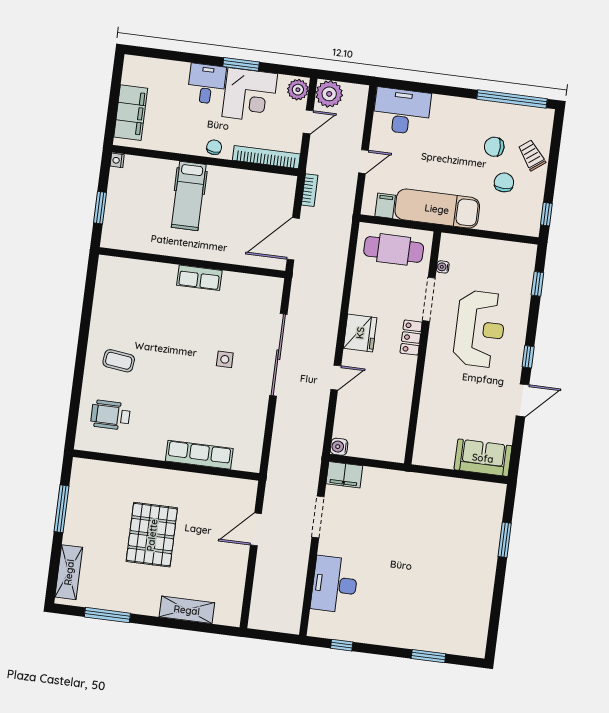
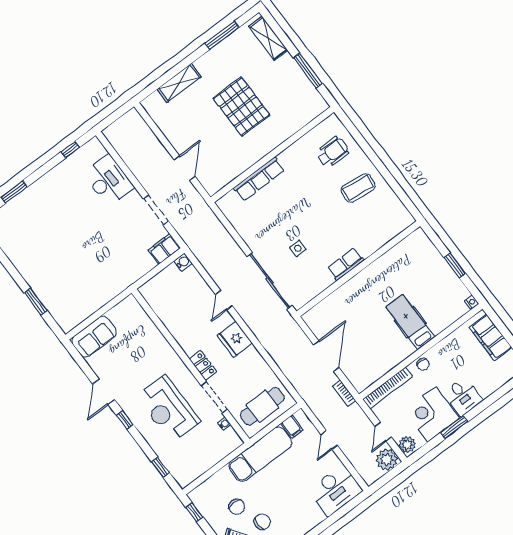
wall: (192, 263) -> (358, 269), moved
row of seats: (199, 278) -> (346, 264), moved
coffee table: (119, 361) -> (358, 188), width x1.36, depth x1.30

